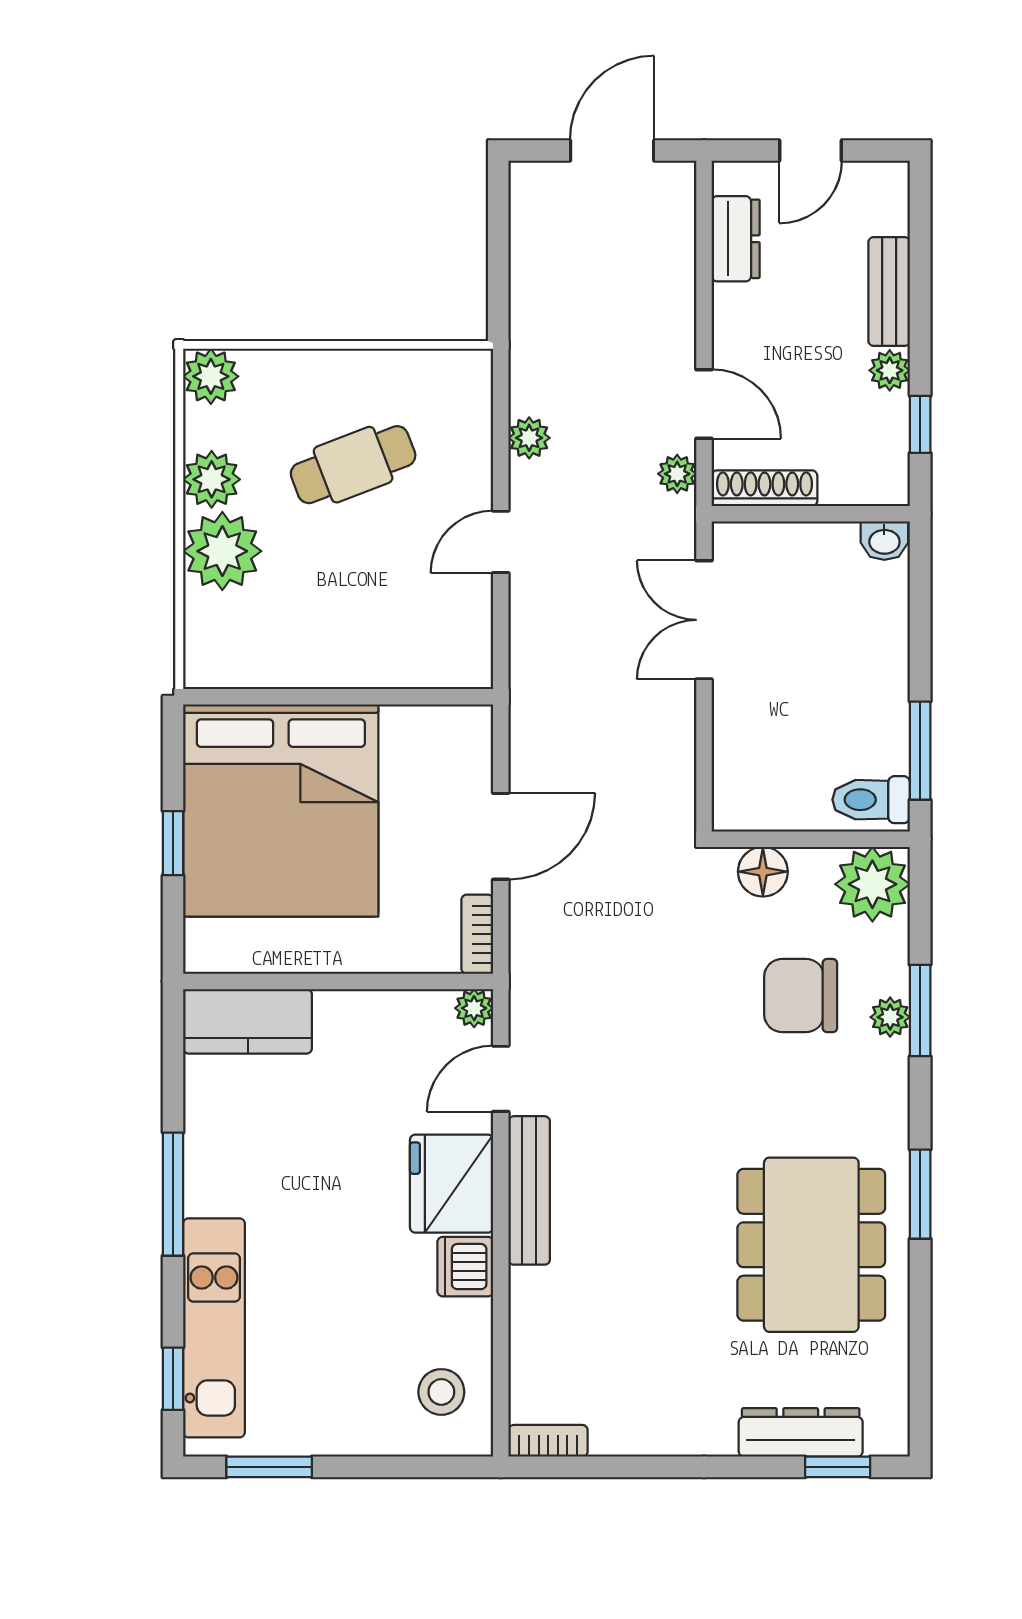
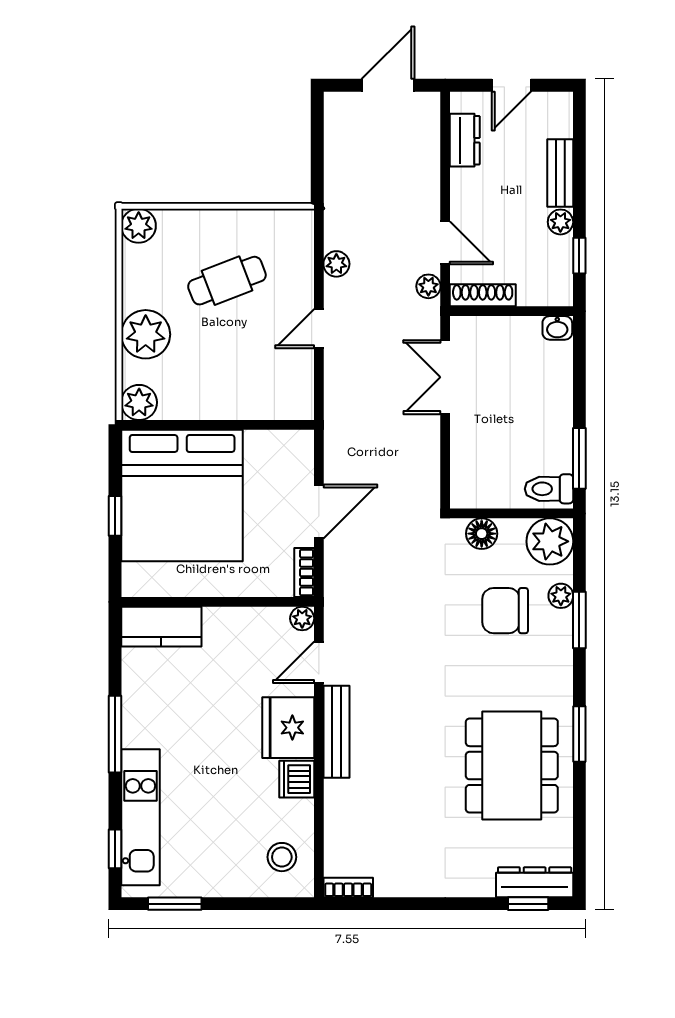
plant: (212, 479) -> (139, 402), moved
plant: (890, 1017) -> (561, 596), moved
dresser: (801, 1432) -> (535, 882), moved

